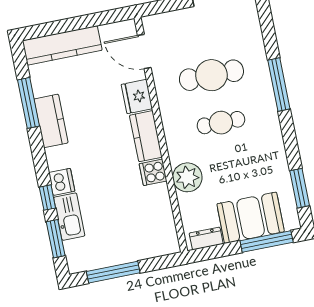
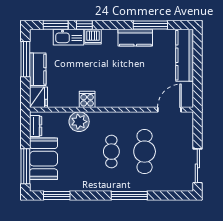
fridge: (137, 97) -> (38, 97), moved, turned 90
kitchen counter: (146, 136) -> (38, 69), moved, turned 90

